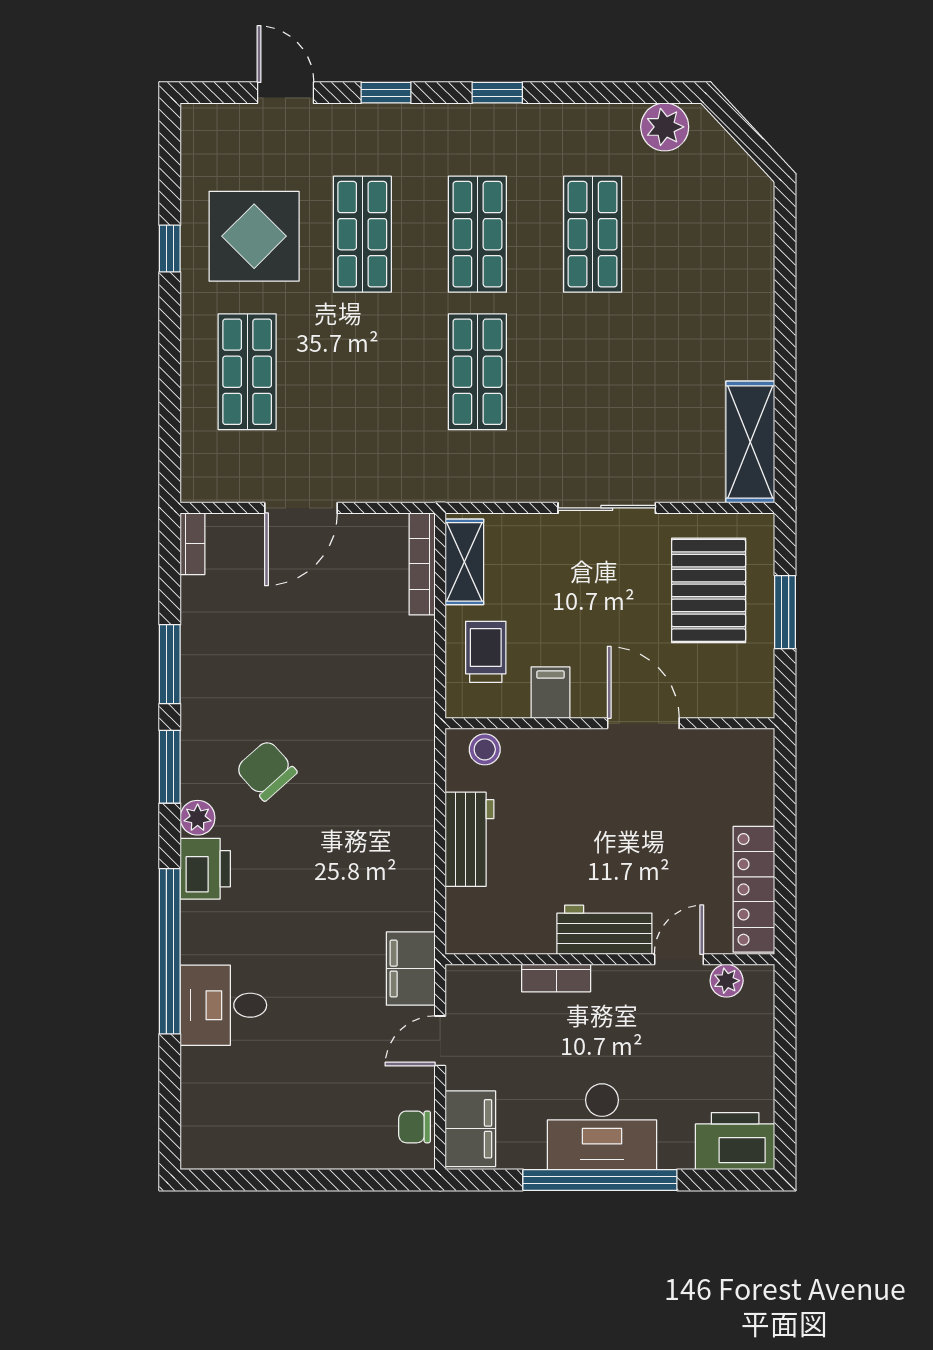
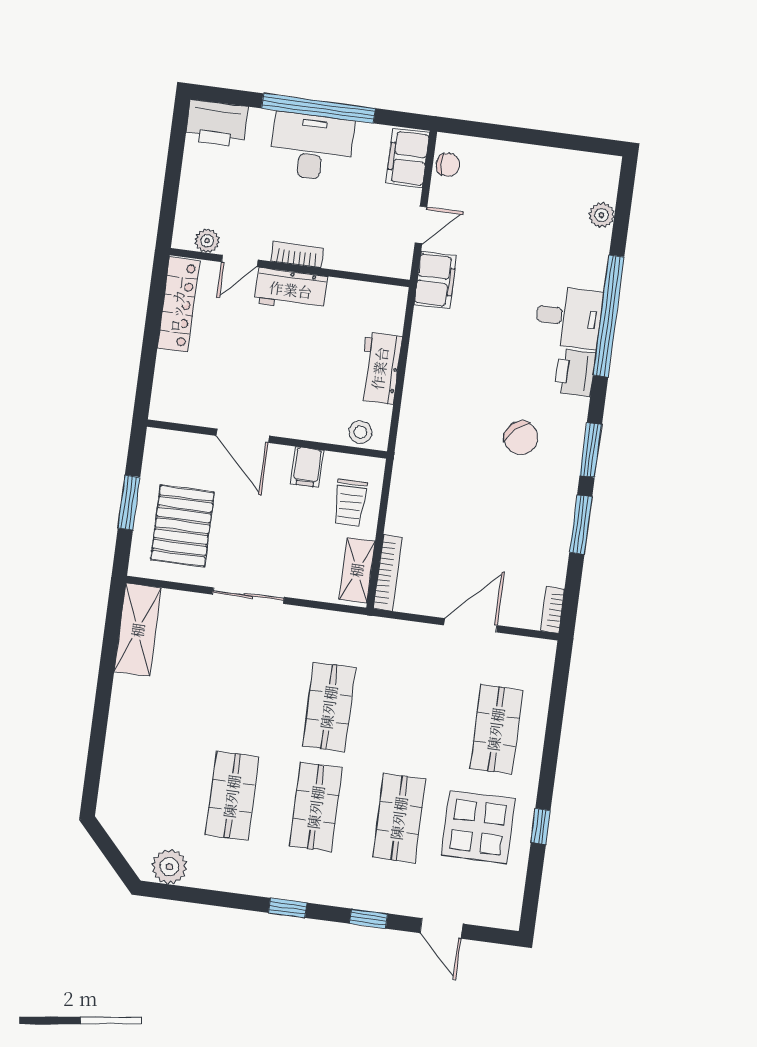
plant: (198, 818) -> (602, 215), moved
bookcase: (556, 978) -> (297, 255), moved
desk: (223, 1005) -> (569, 317), moved

